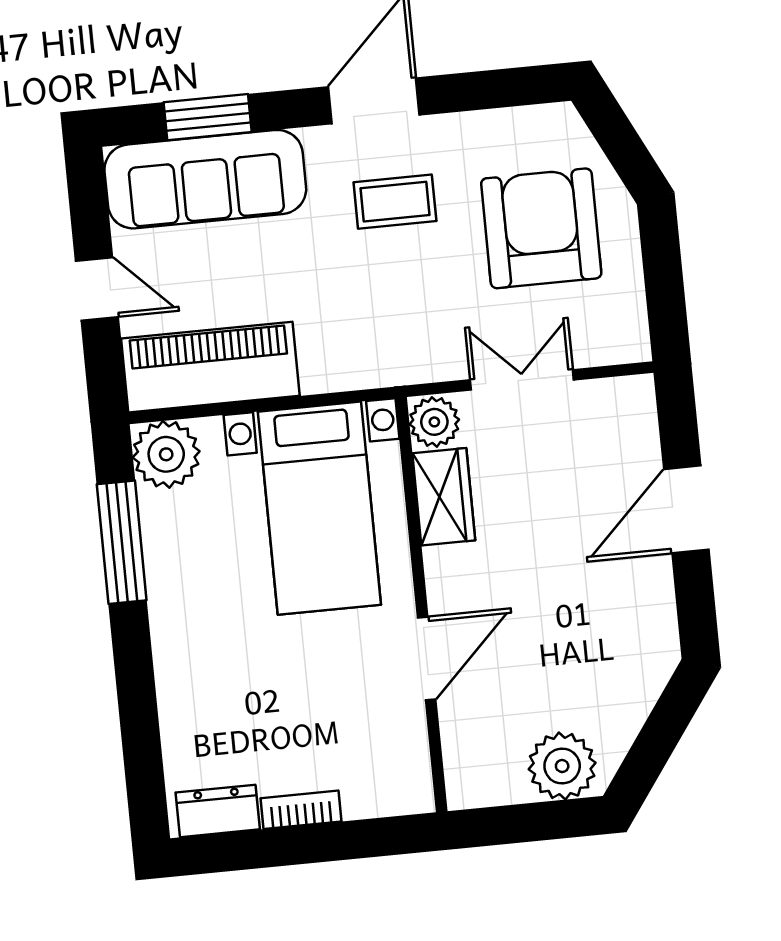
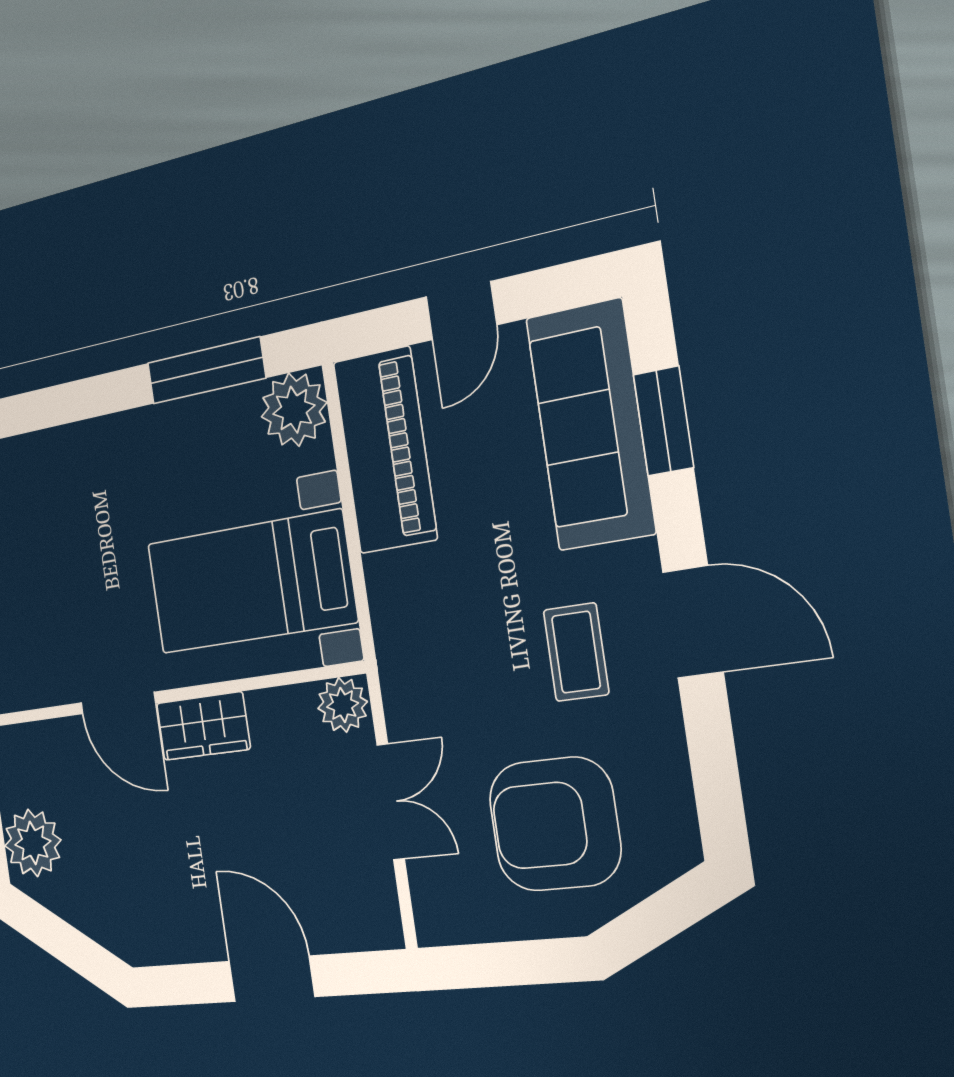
armchair: (541, 228) -> (555, 824), turned 180
wardrobe: (444, 497) -> (203, 726), moved

